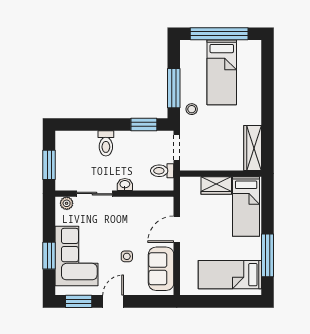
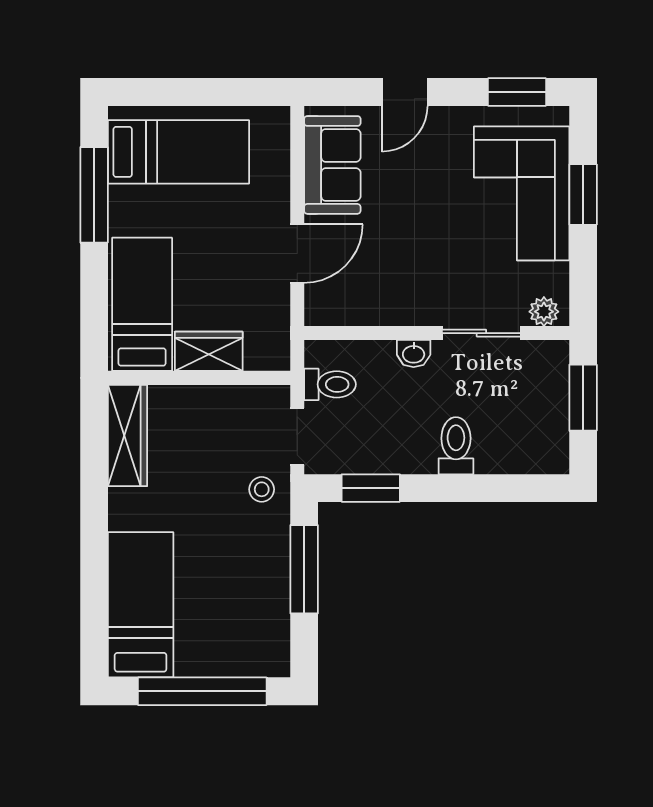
bed: (222, 72) -> (141, 605), moved
stool: (192, 109) -> (262, 489), moved
side table: (127, 256) -> (409, 193), removed
door: (113, 301) -> (405, 92), moved

